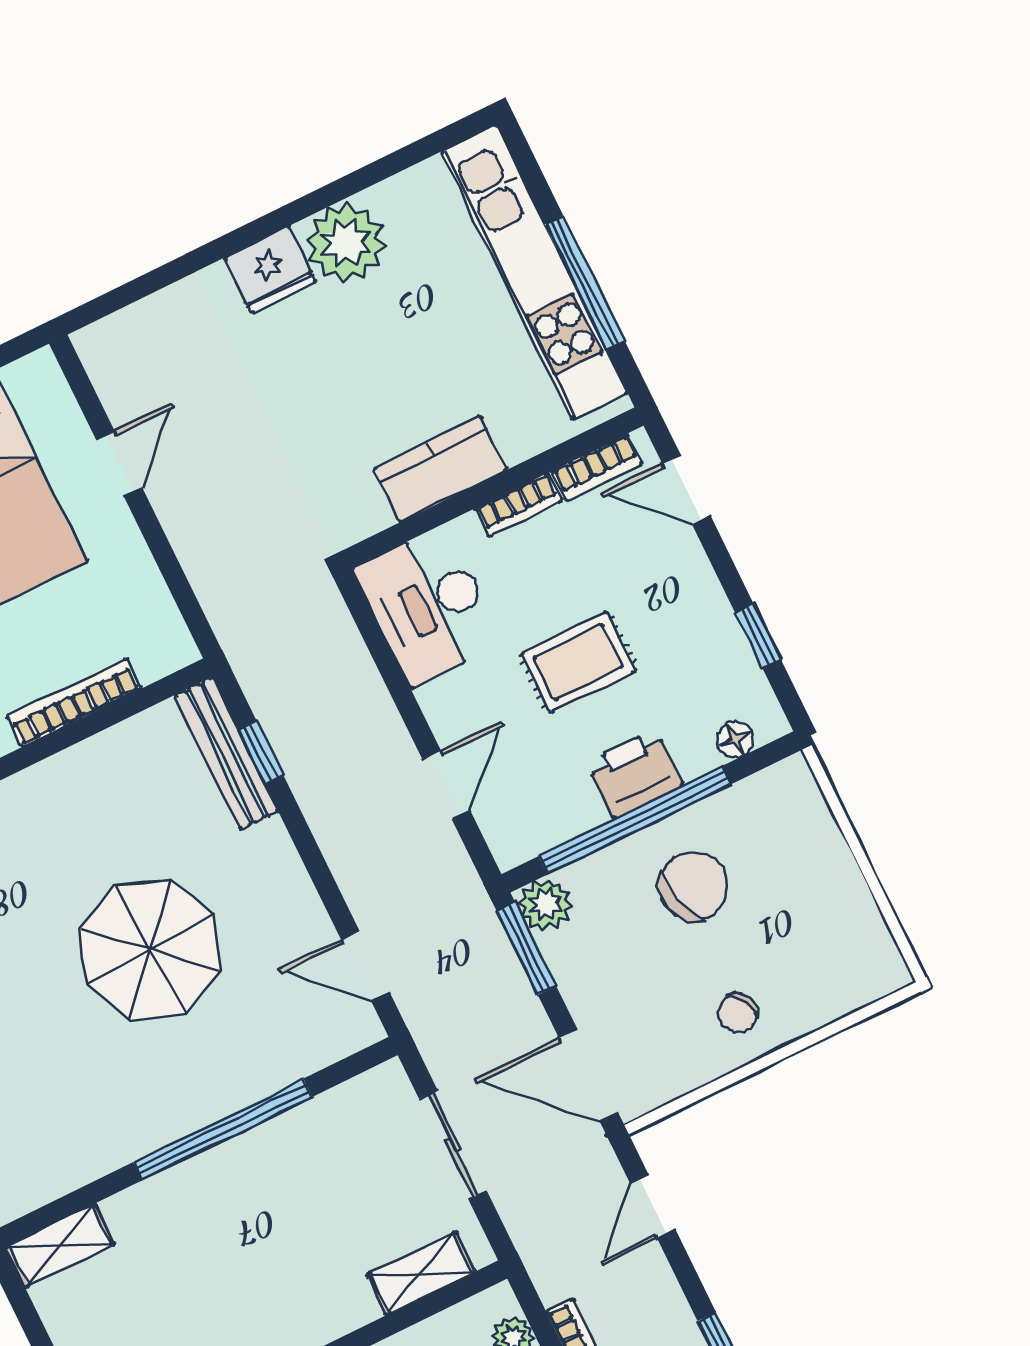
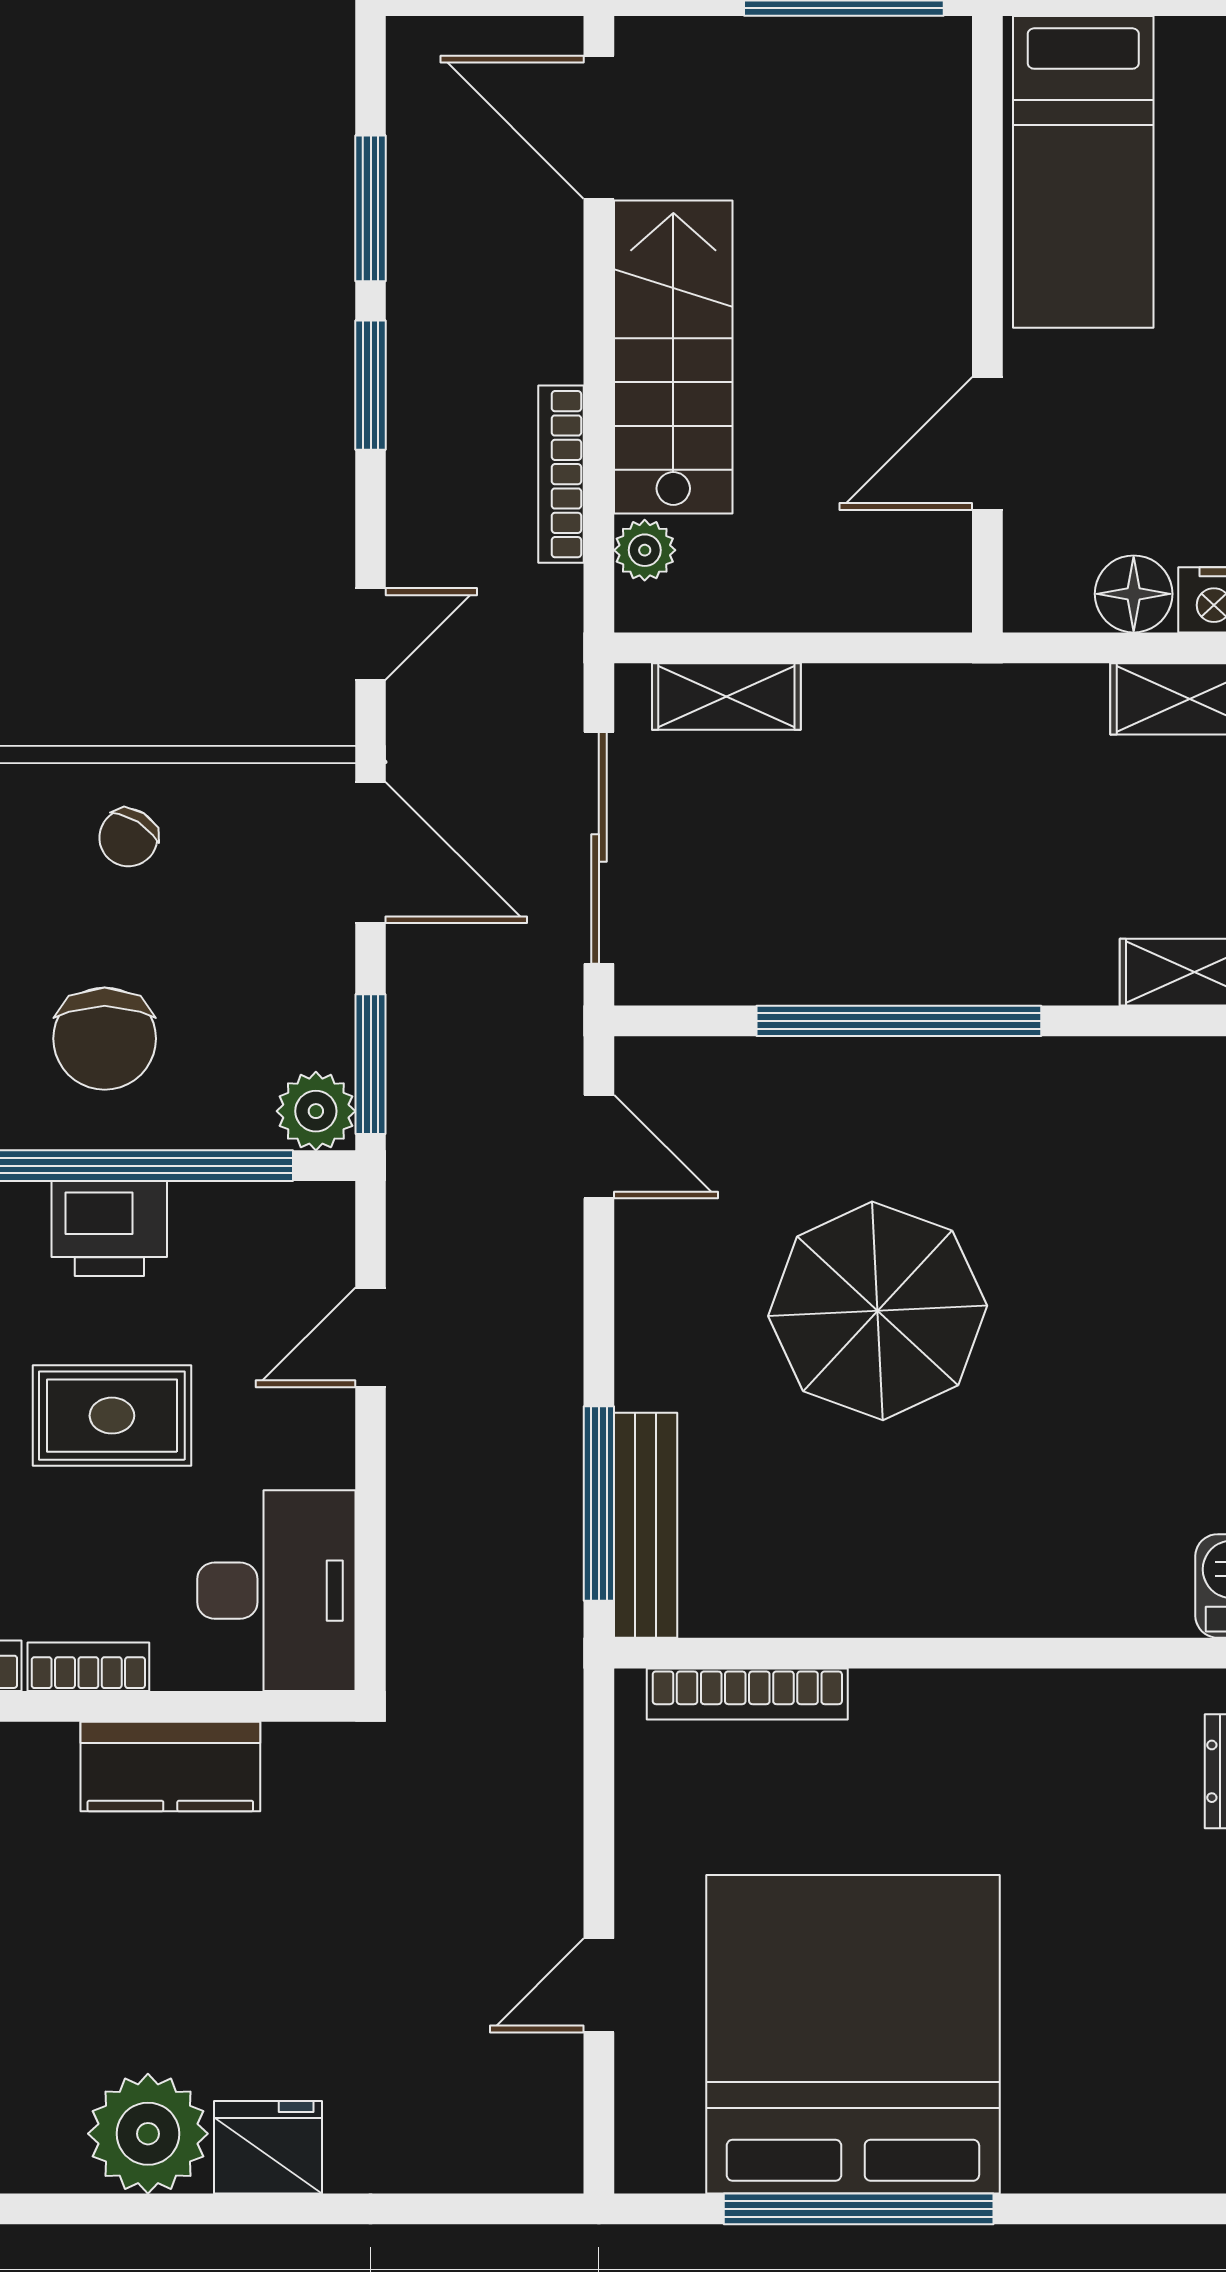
bookcase: (74, 702) -> (747, 1694), moved
window: (261, 753) -> (599, 1504), width x2.17
chair: (693, 886) -> (105, 1039), turned -74
chair: (738, 1013) -> (128, 838), turned 151
sliding door: (453, 1145) -> (599, 848), width x1.37

